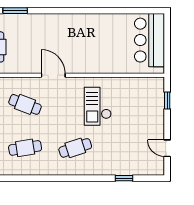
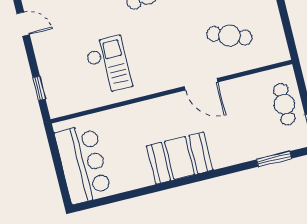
booth: (81, 27) -> (180, 158), added
checkout: (98, 106) -> (108, 65), moved

